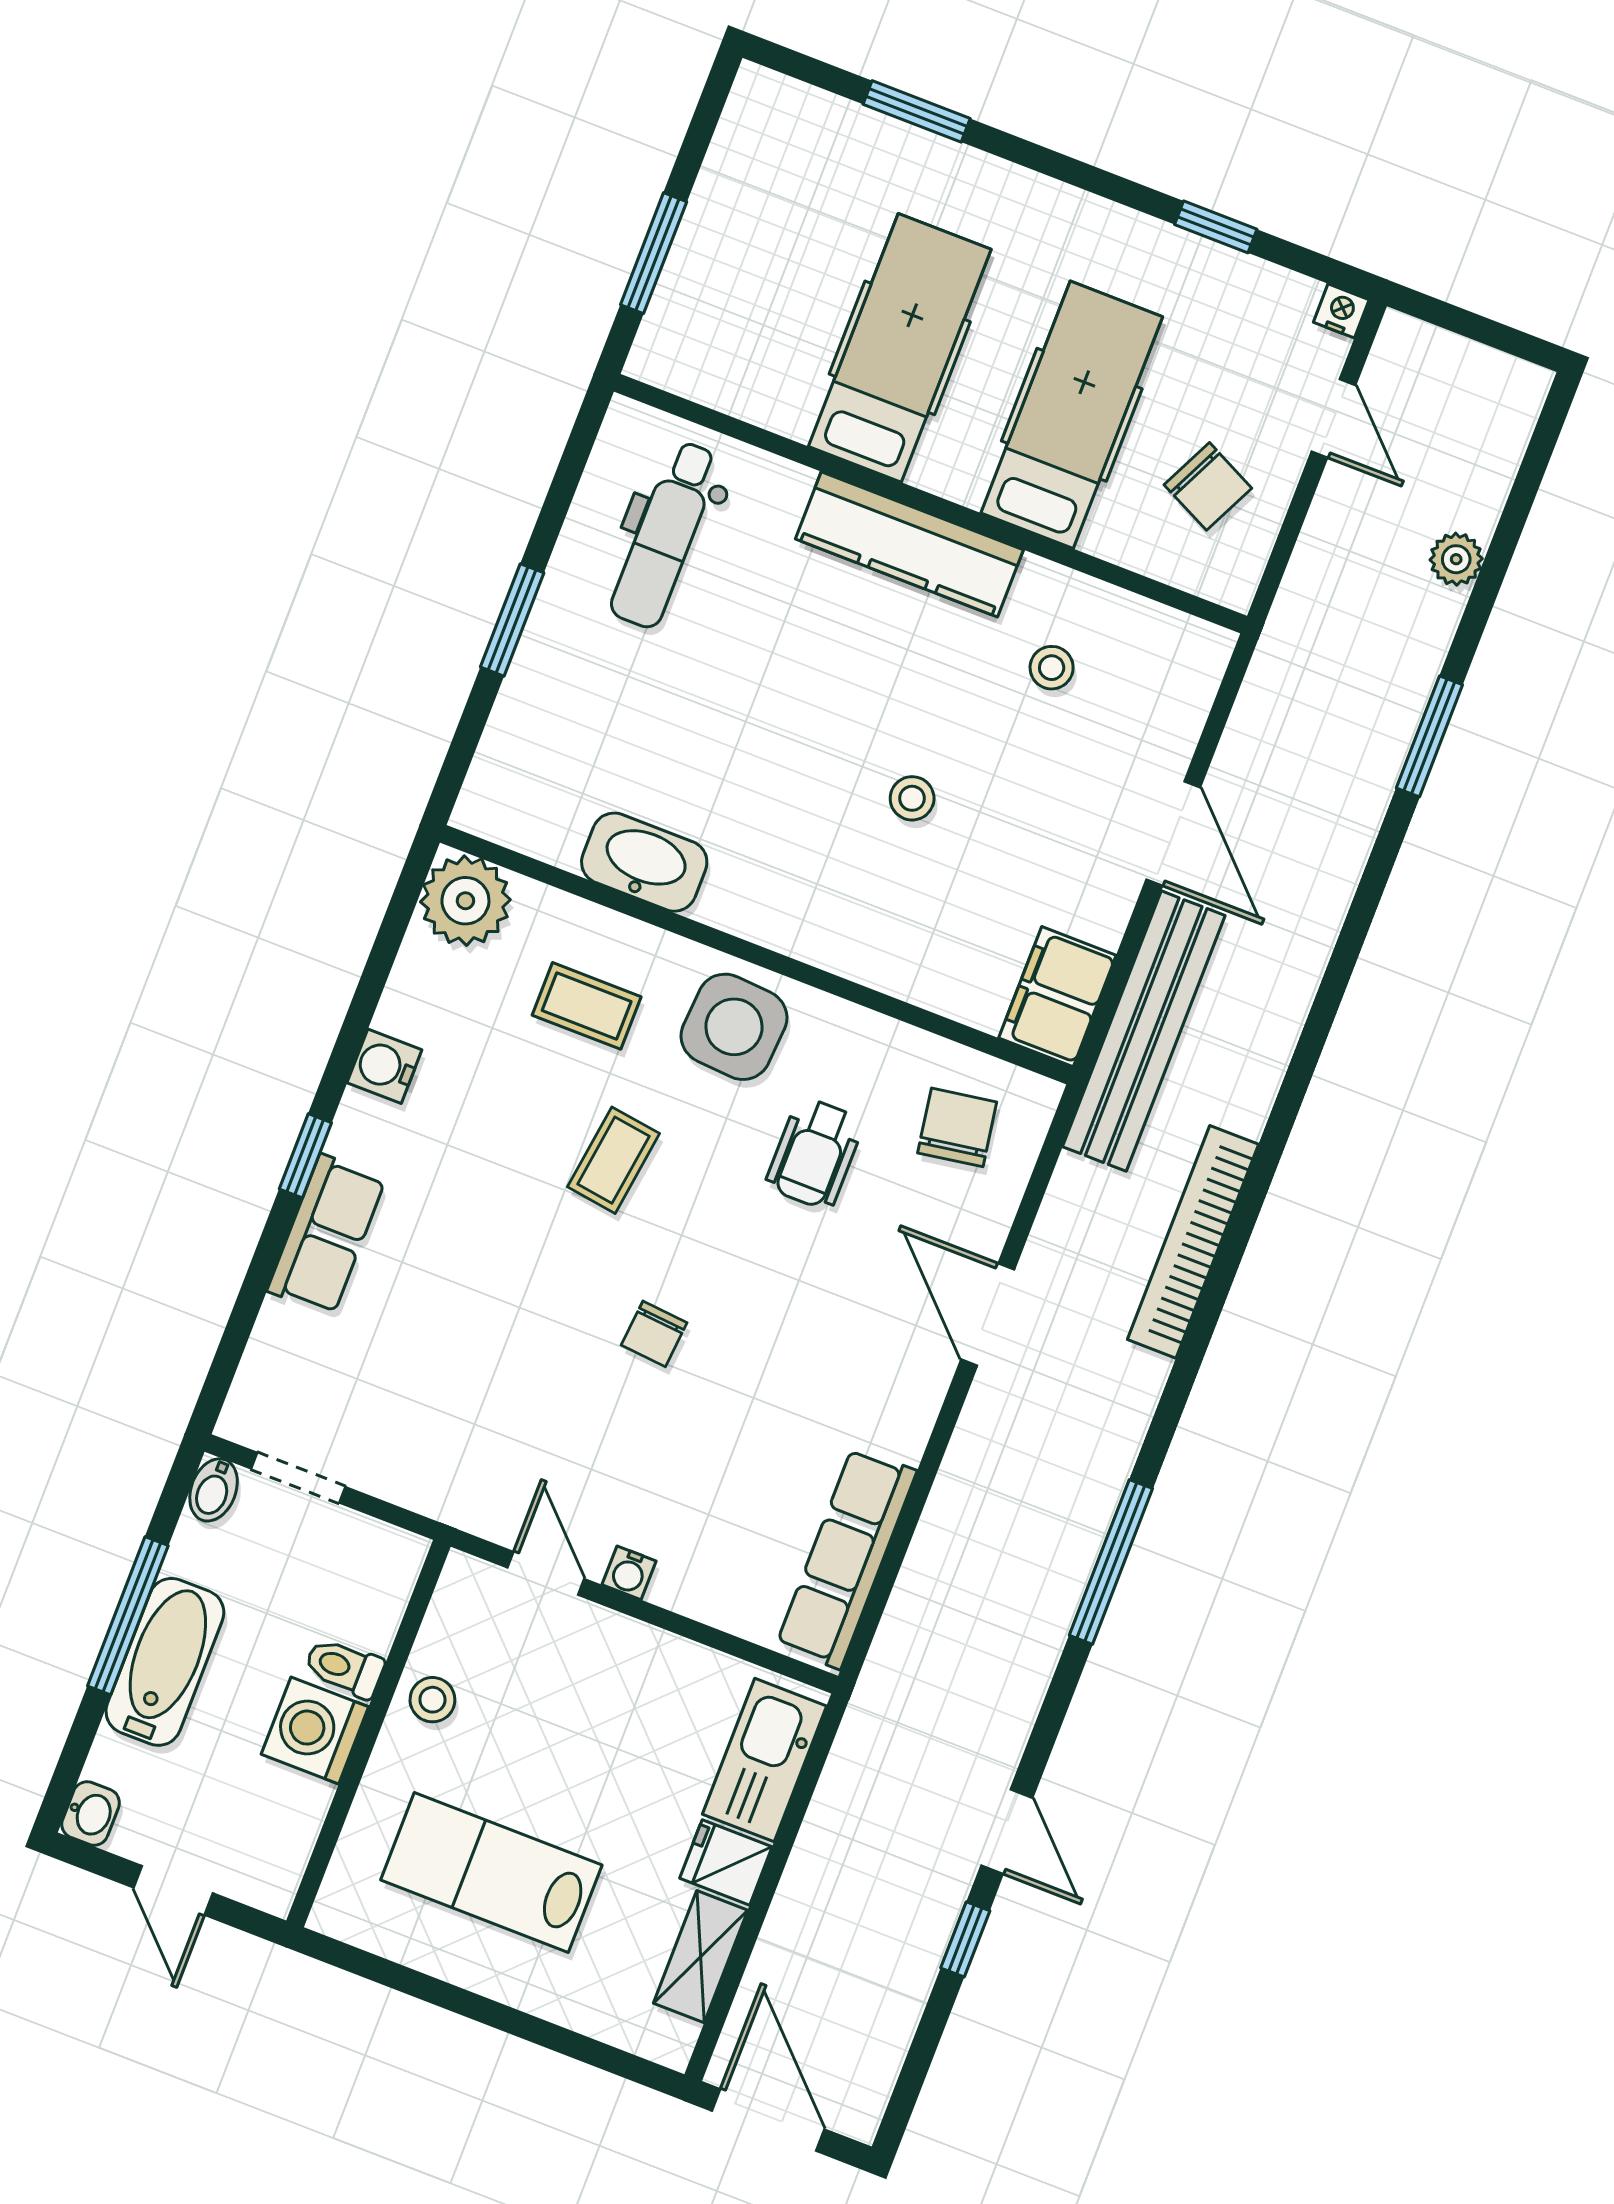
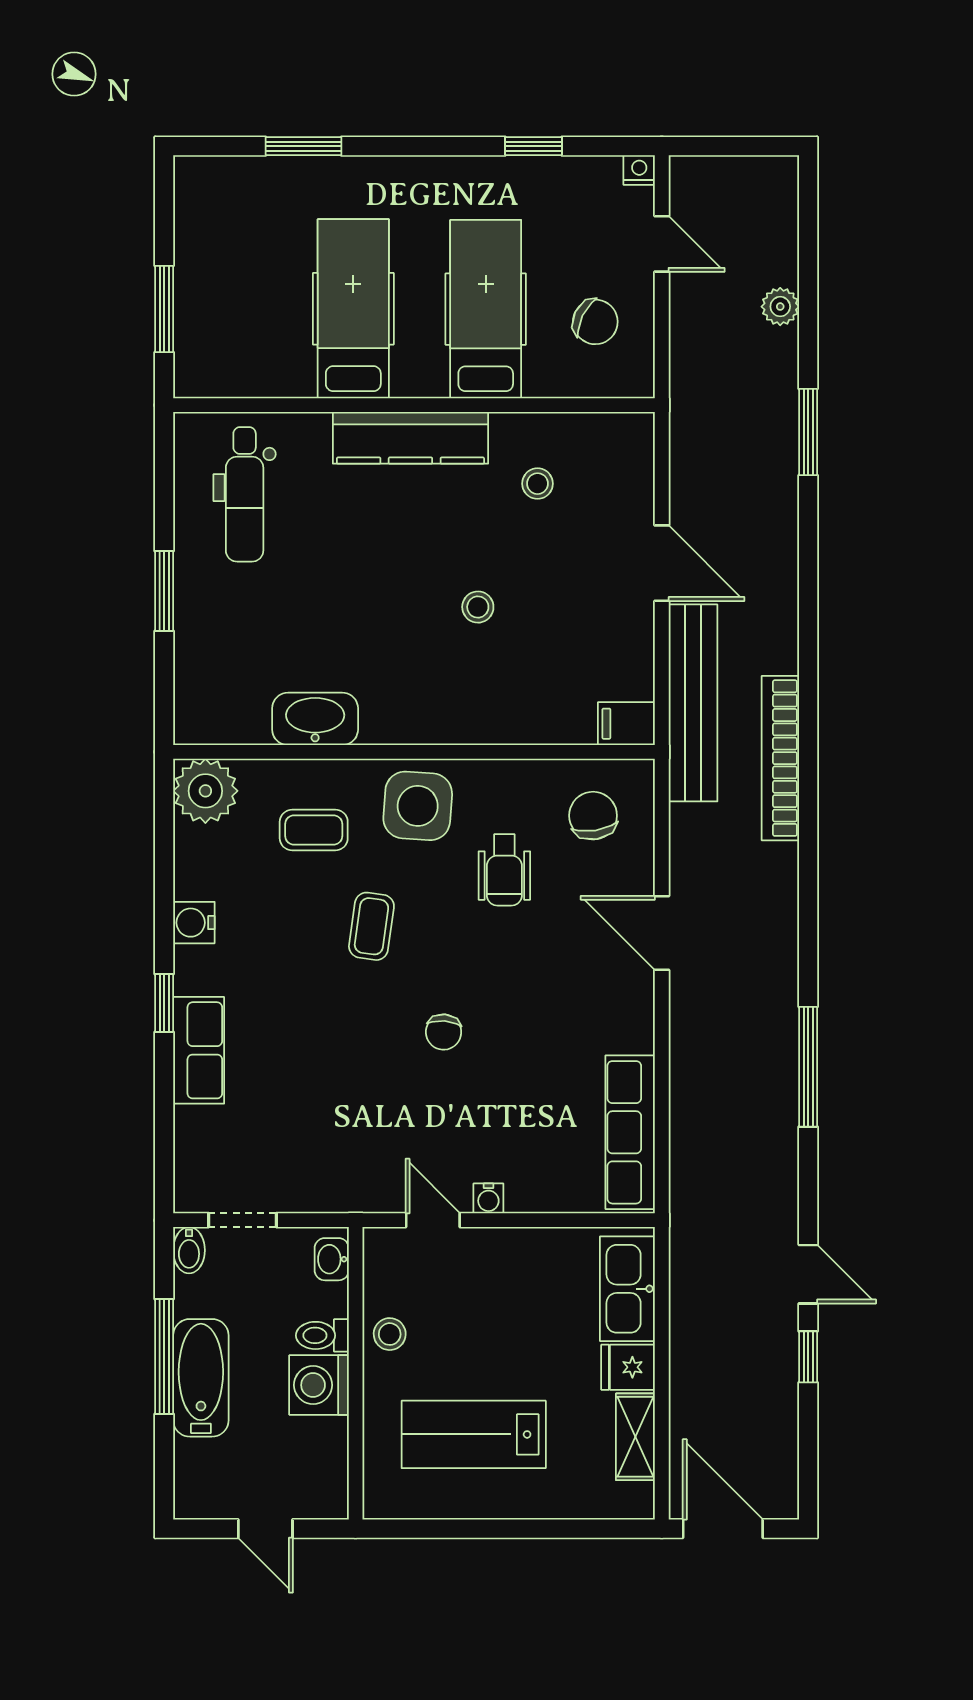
filing cabinet: (1057, 997) -> (626, 724), width x0.50
bookcase: (1193, 1242) -> (780, 758), moved
washbasin: (91, 1813) -> (332, 1259), moved, turned 180

